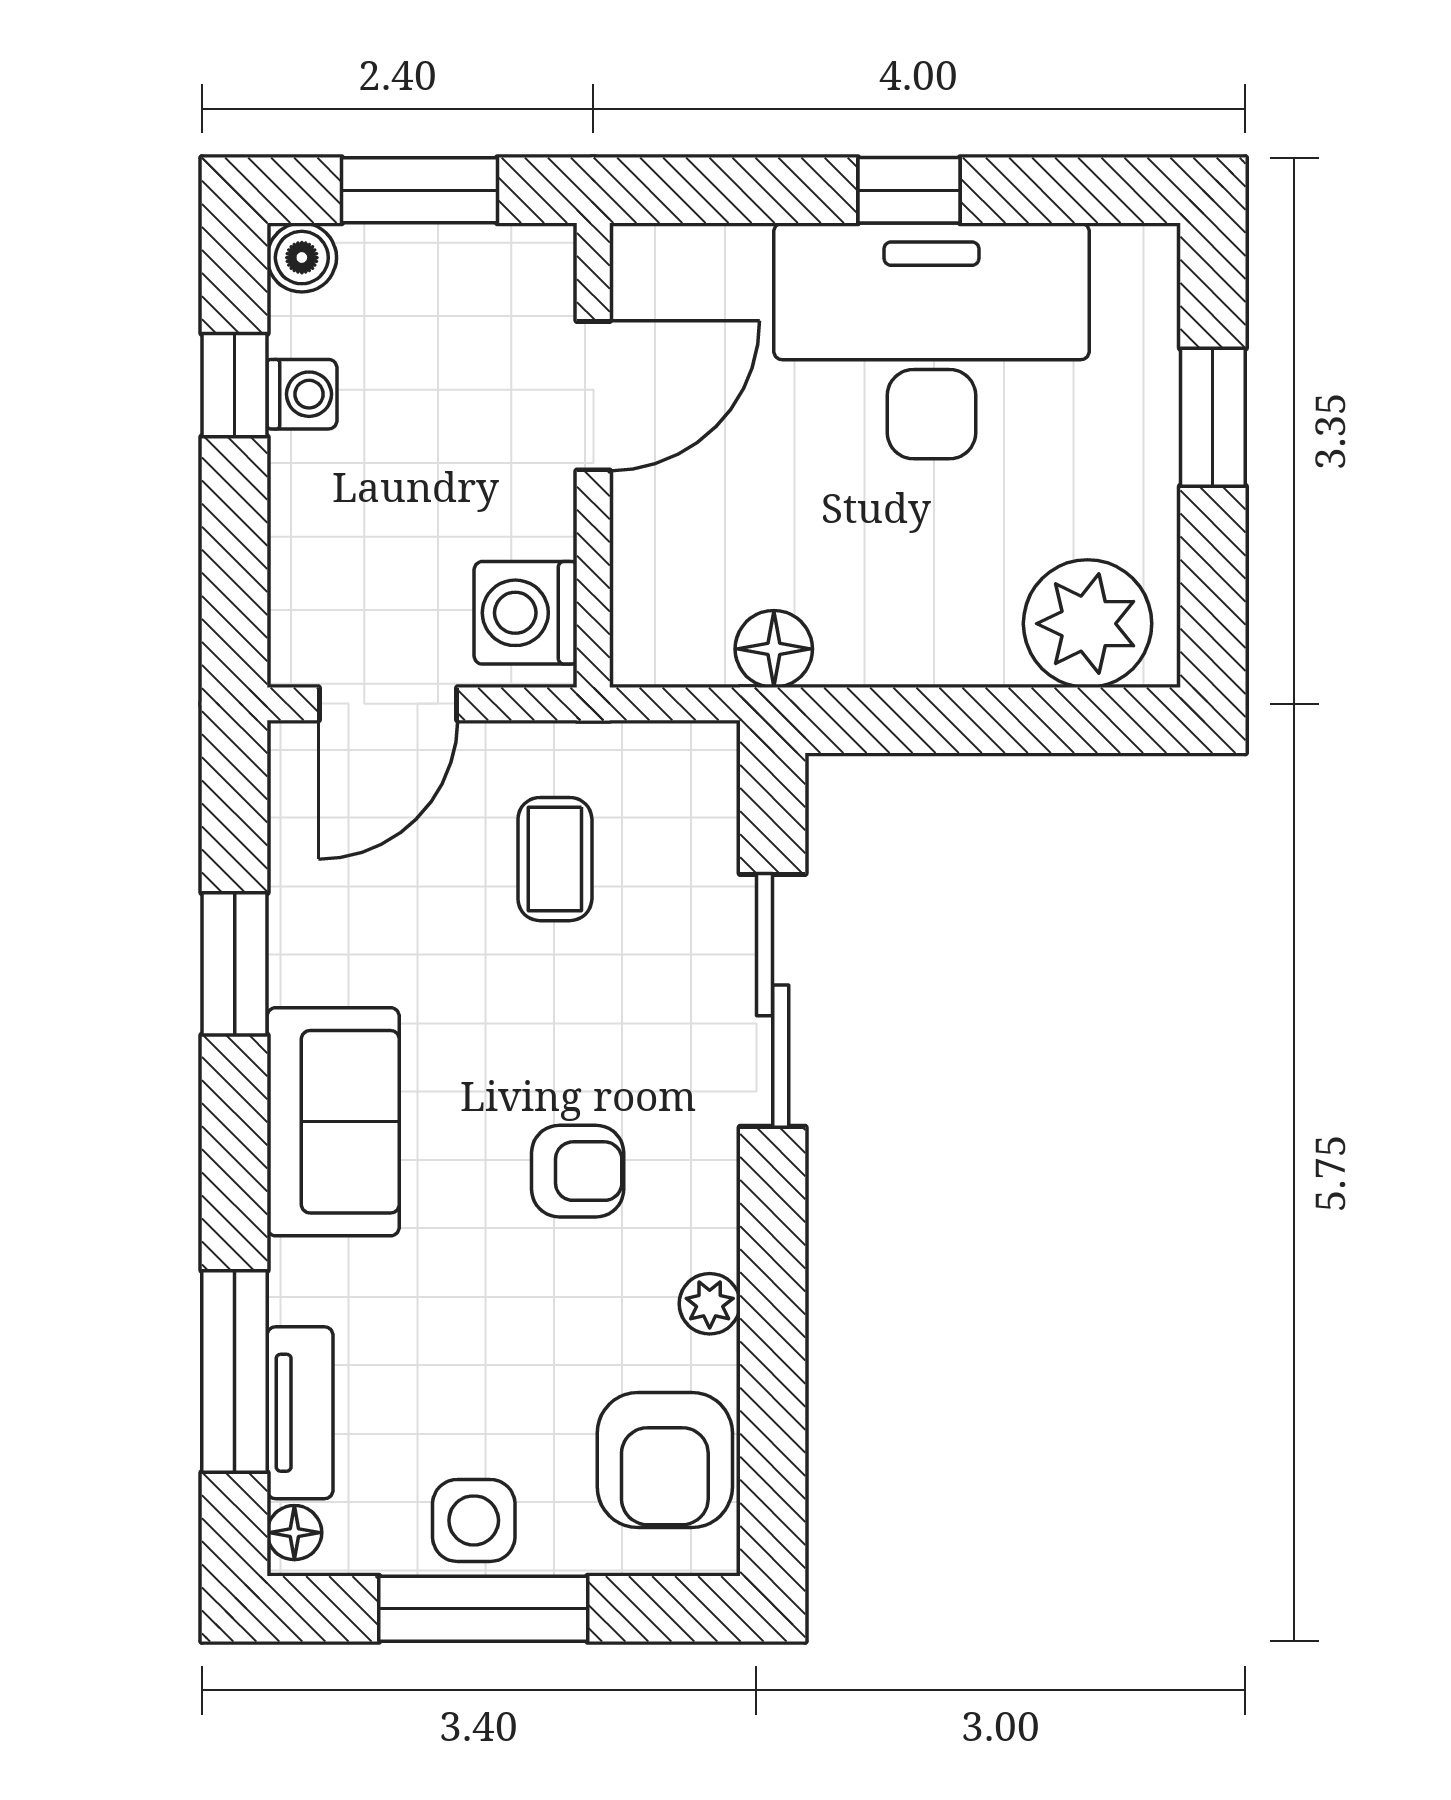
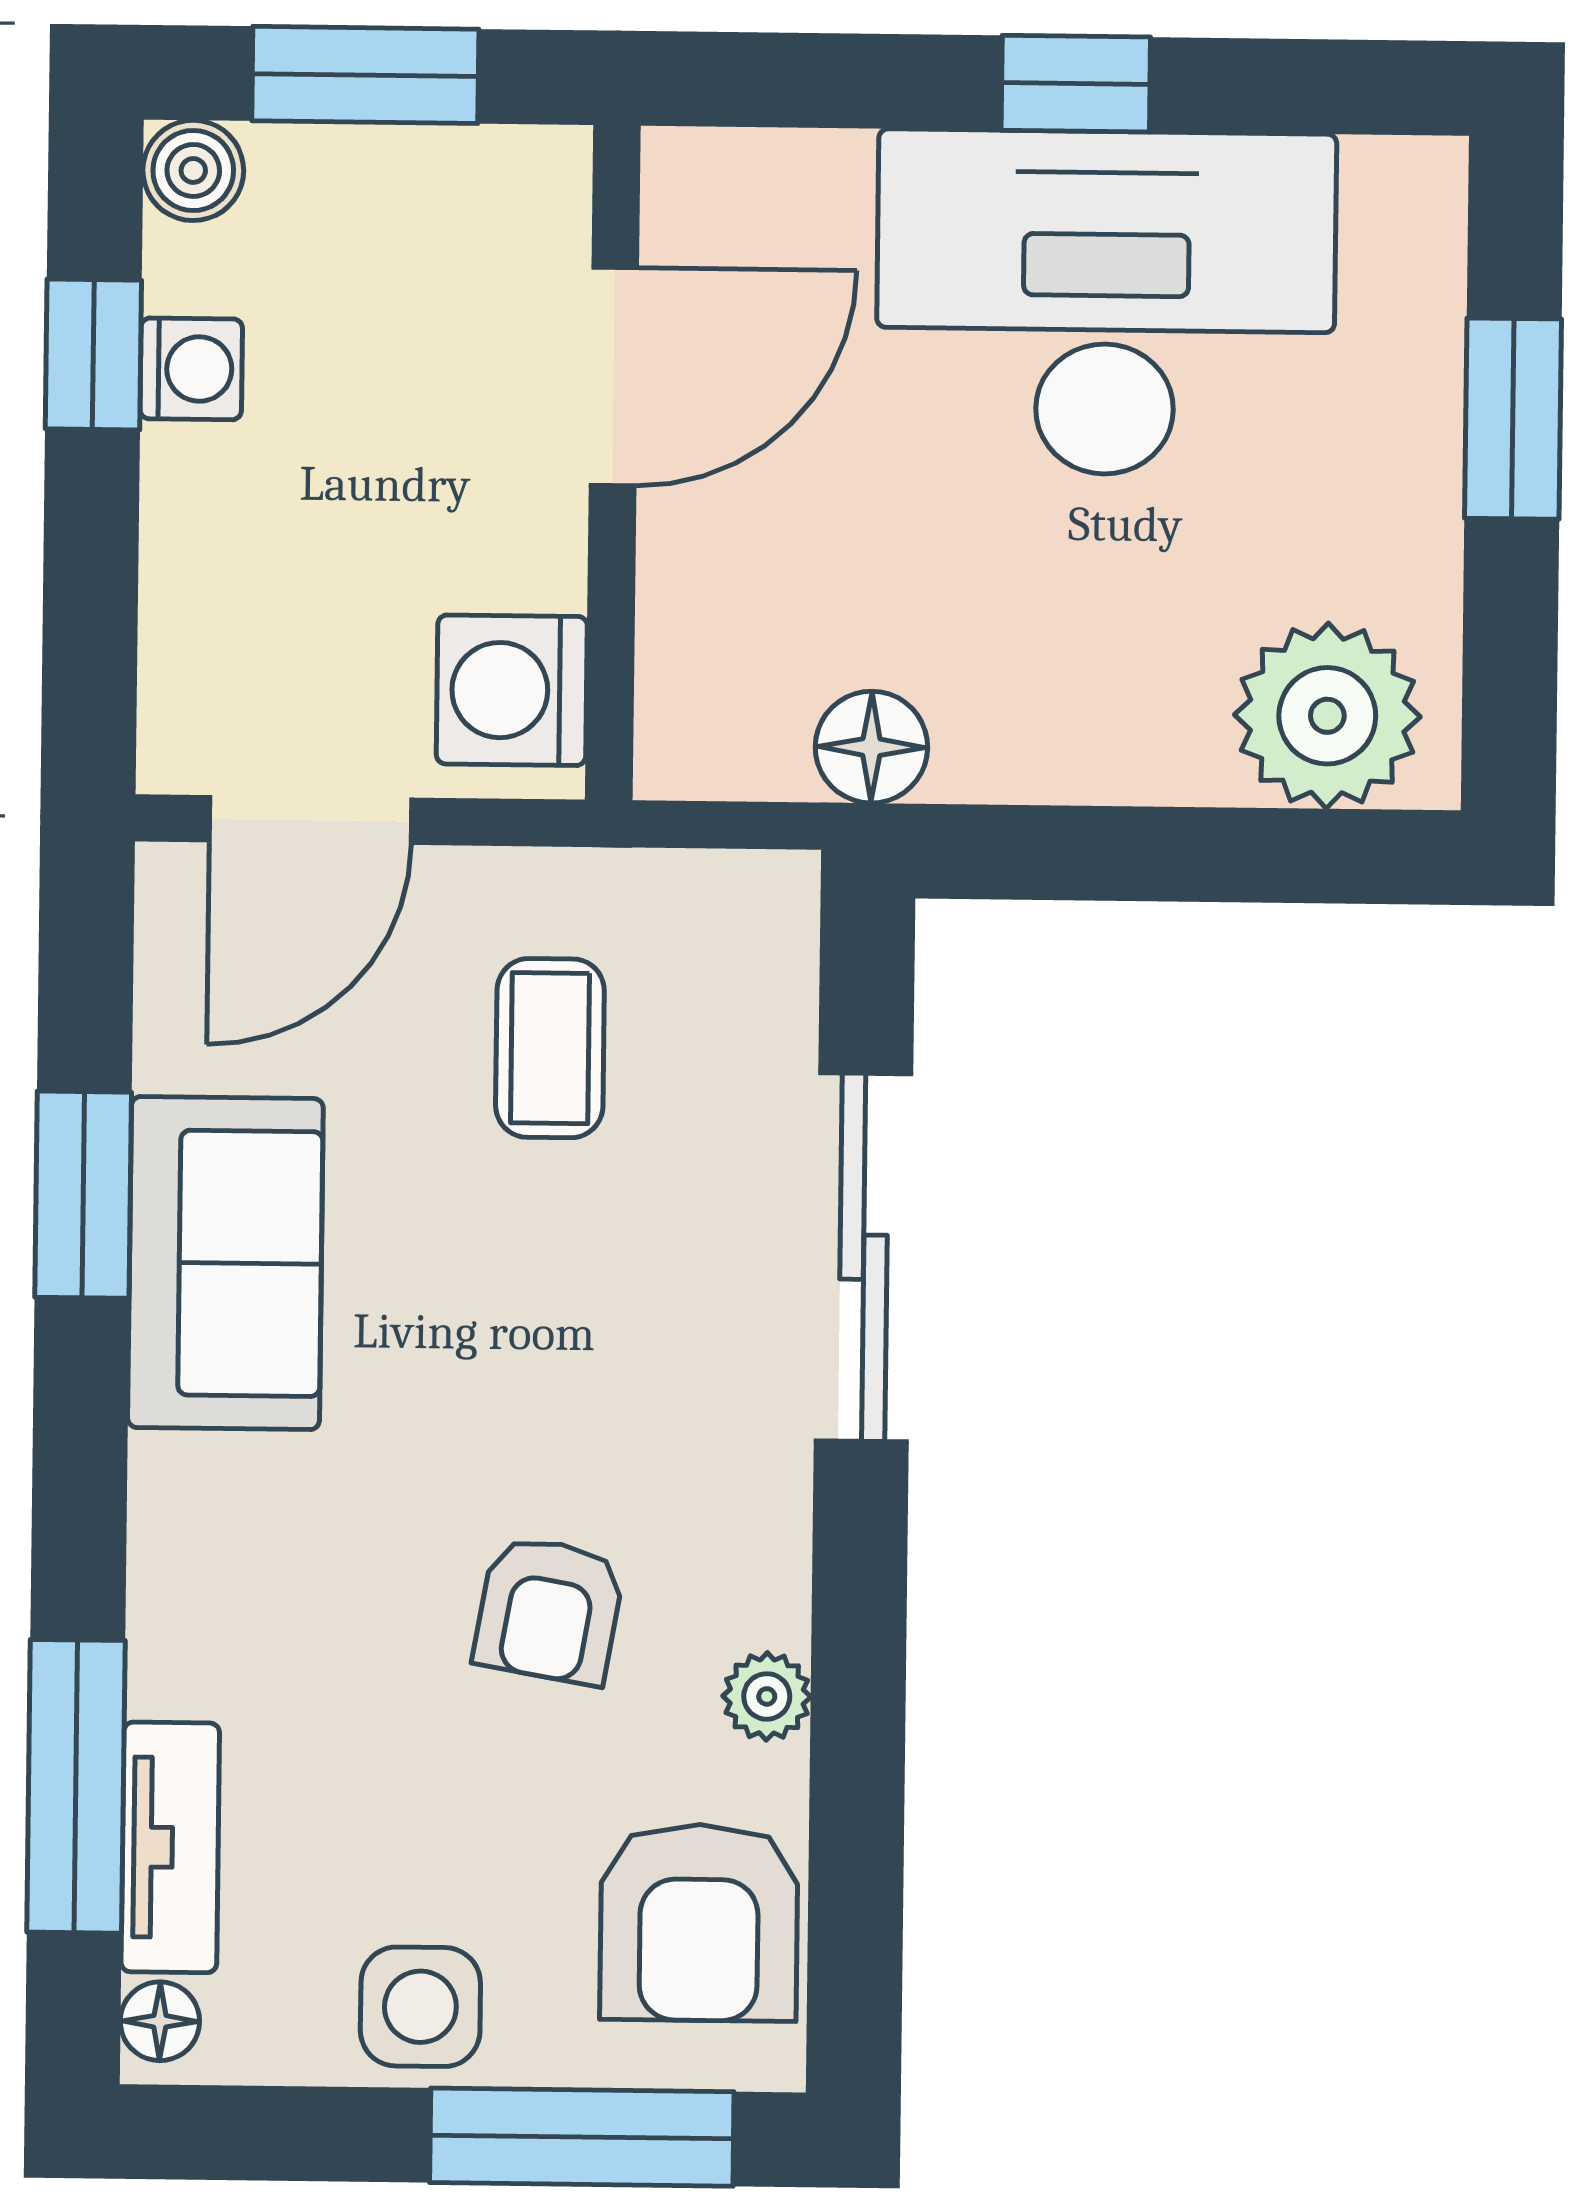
sofa: (333, 1122) -> (225, 1263), moved
armchair: (578, 1171) -> (549, 1610), moved, turned 100
window: (483, 1609) -> (582, 2137), moved

